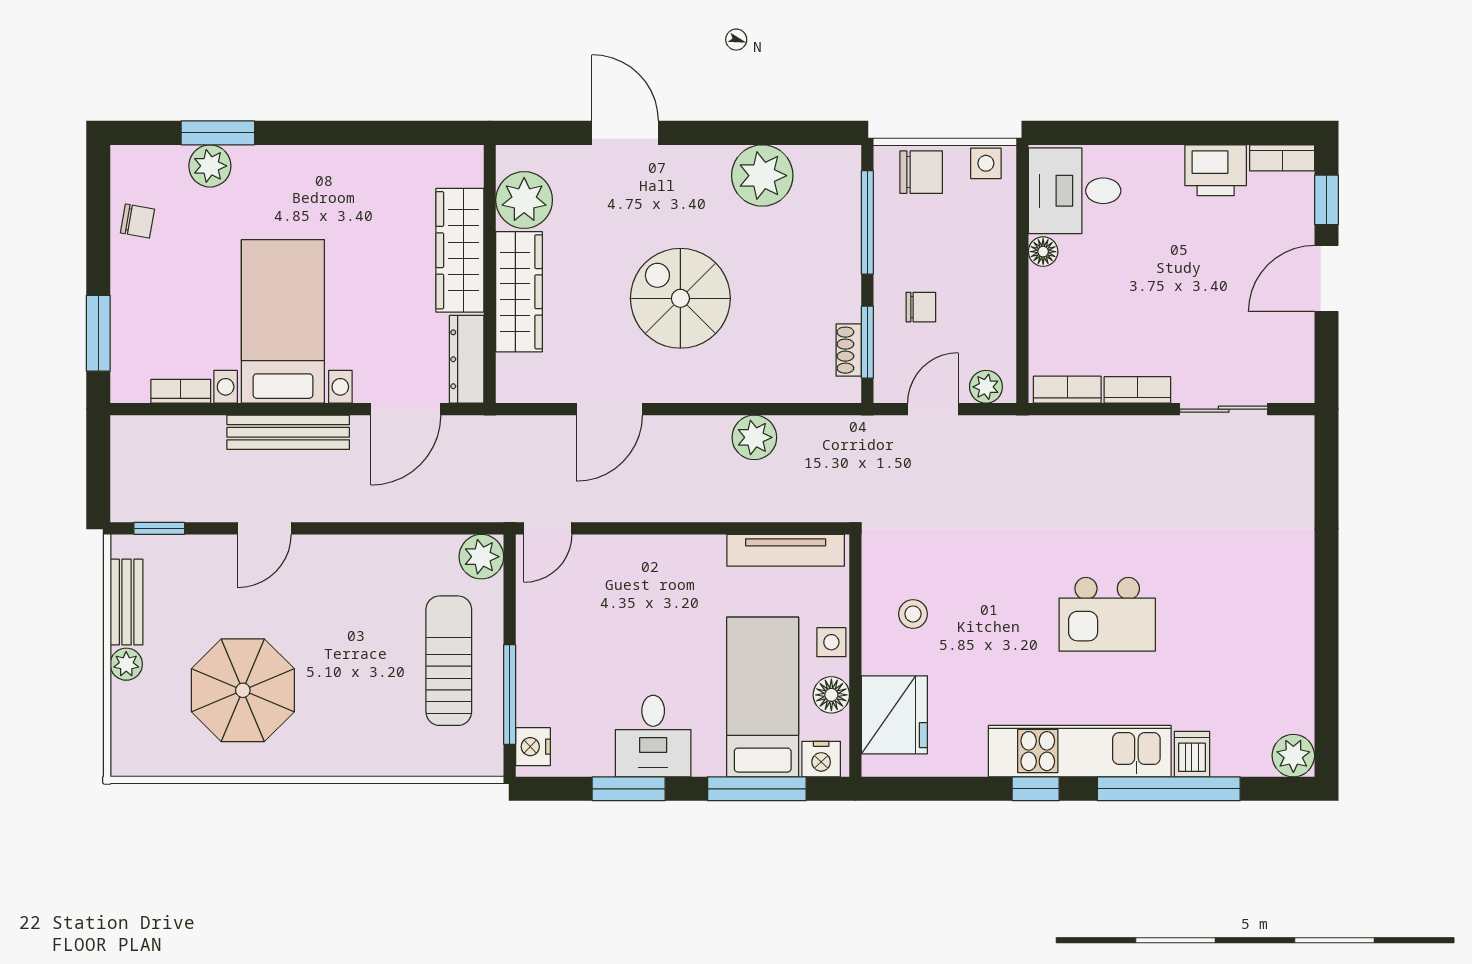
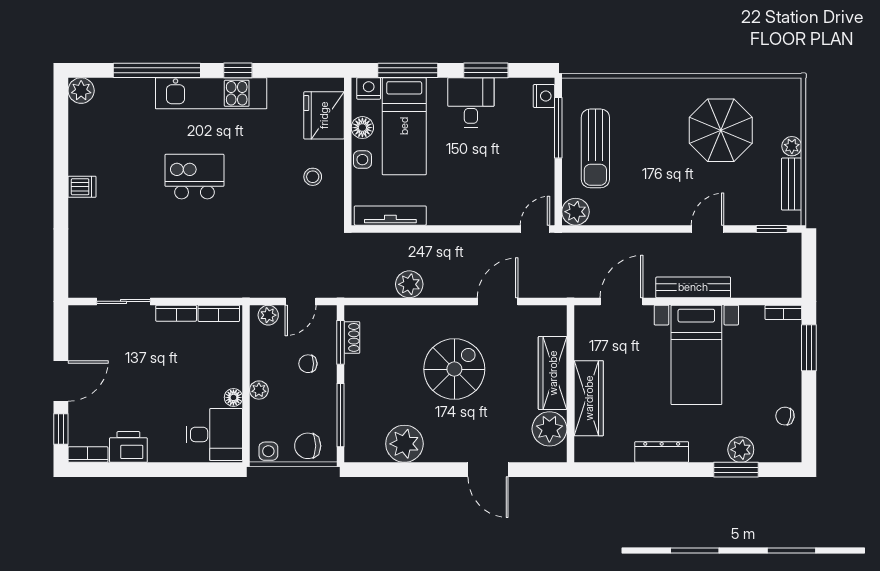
plant: (1001, 264) -> (259, 390), added
spiral stairs: (680, 298) -> (454, 369), turned -90
dresser: (467, 359) -> (662, 452), moved, turned -90
bookcase: (181, 391) -> (783, 312), moved
dishwasher: (1192, 754) -> (82, 187), moved, turned -90

